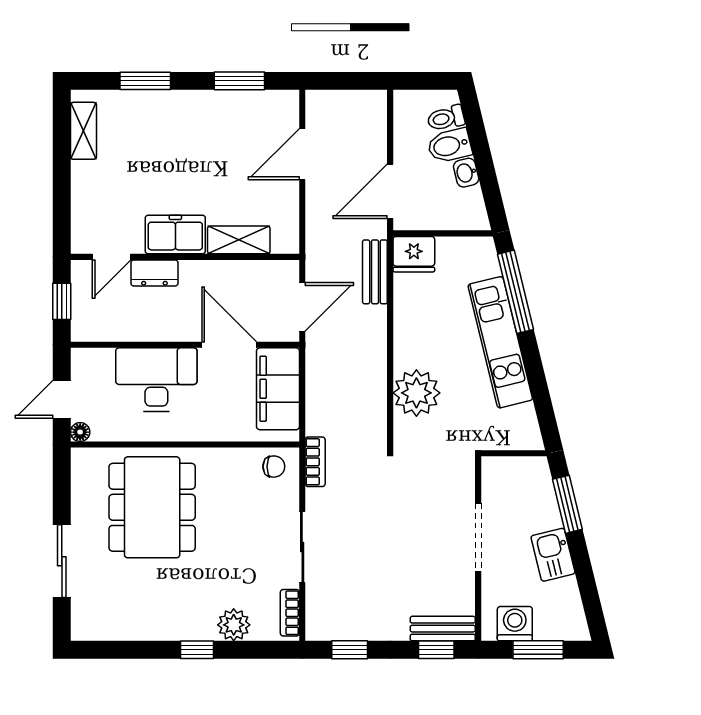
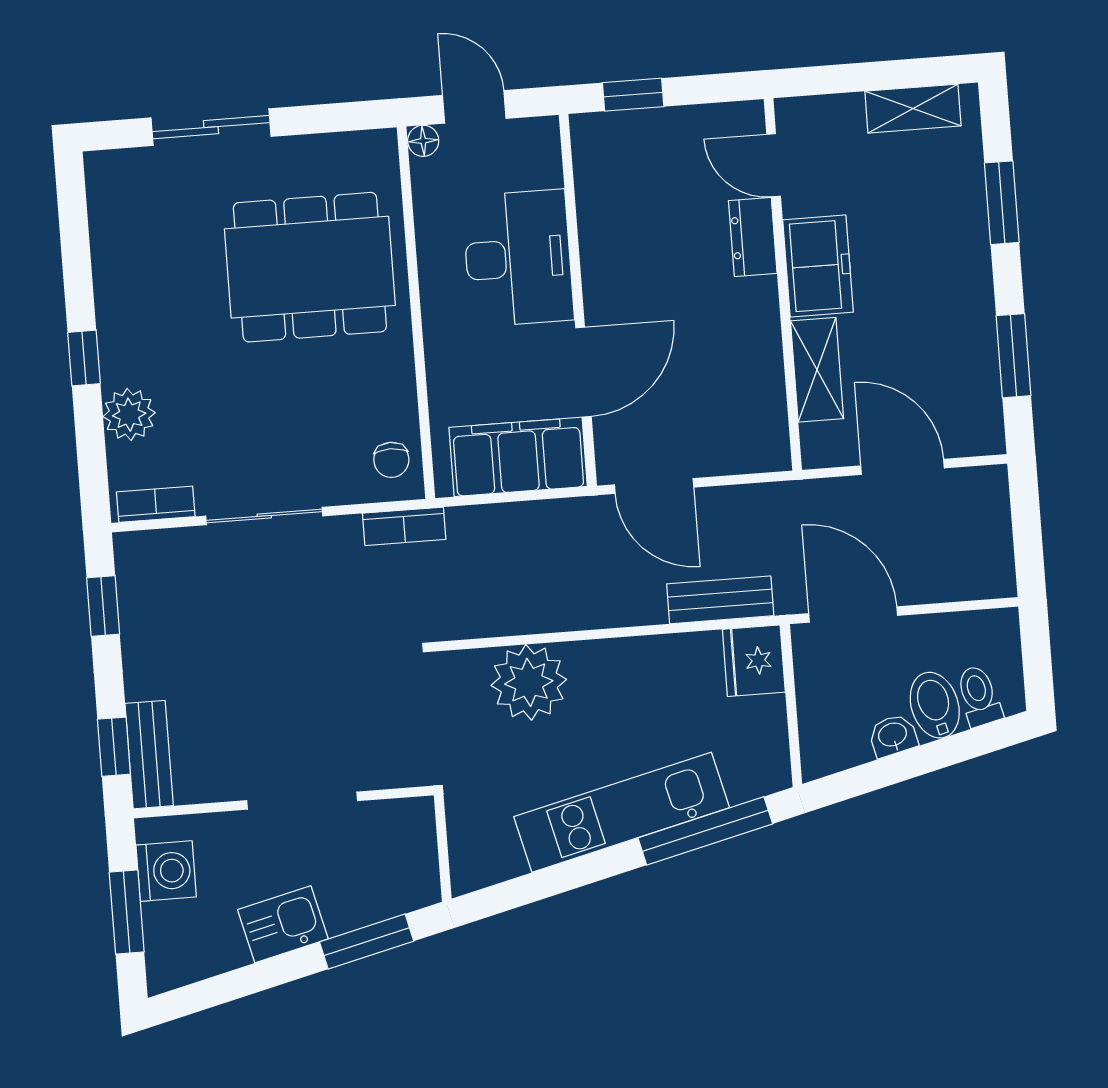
freezer: (175, 234) -> (818, 266), moved
shelving: (239, 240) -> (817, 370), moved
door: (112, 257) -> (774, 165), moved
wall: (185, 257) -> (783, 284), moved
dresser: (154, 273) -> (753, 237), moved

